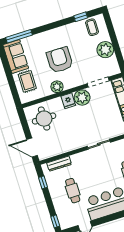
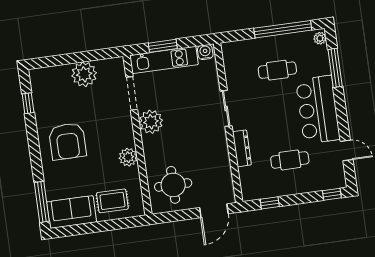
coffee table: (92, 27) -> (47, 89), removed
armchair: (60, 60) -> (68, 141), moved, turned -90
fridge: (68, 101) -> (152, 144), removed
dresser: (59, 164) -> (242, 148), moved

